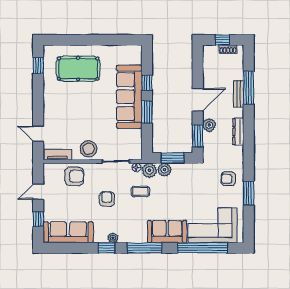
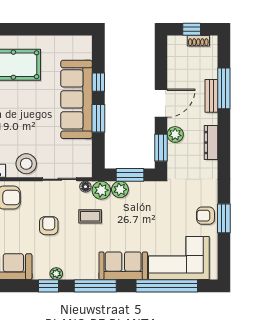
armchair: (228, 179) -> (206, 216), moved

